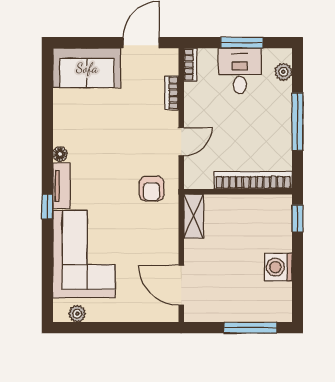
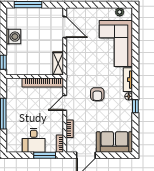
window: (242, 43) -> (45, 155), moved
plant: (283, 72) -> (11, 140), removed
bookcase: (253, 180) -> (43, 83), moved
armchair: (152, 189) -> (97, 94), moved, turned 180
window: (47, 207) -> (135, 106), moved

